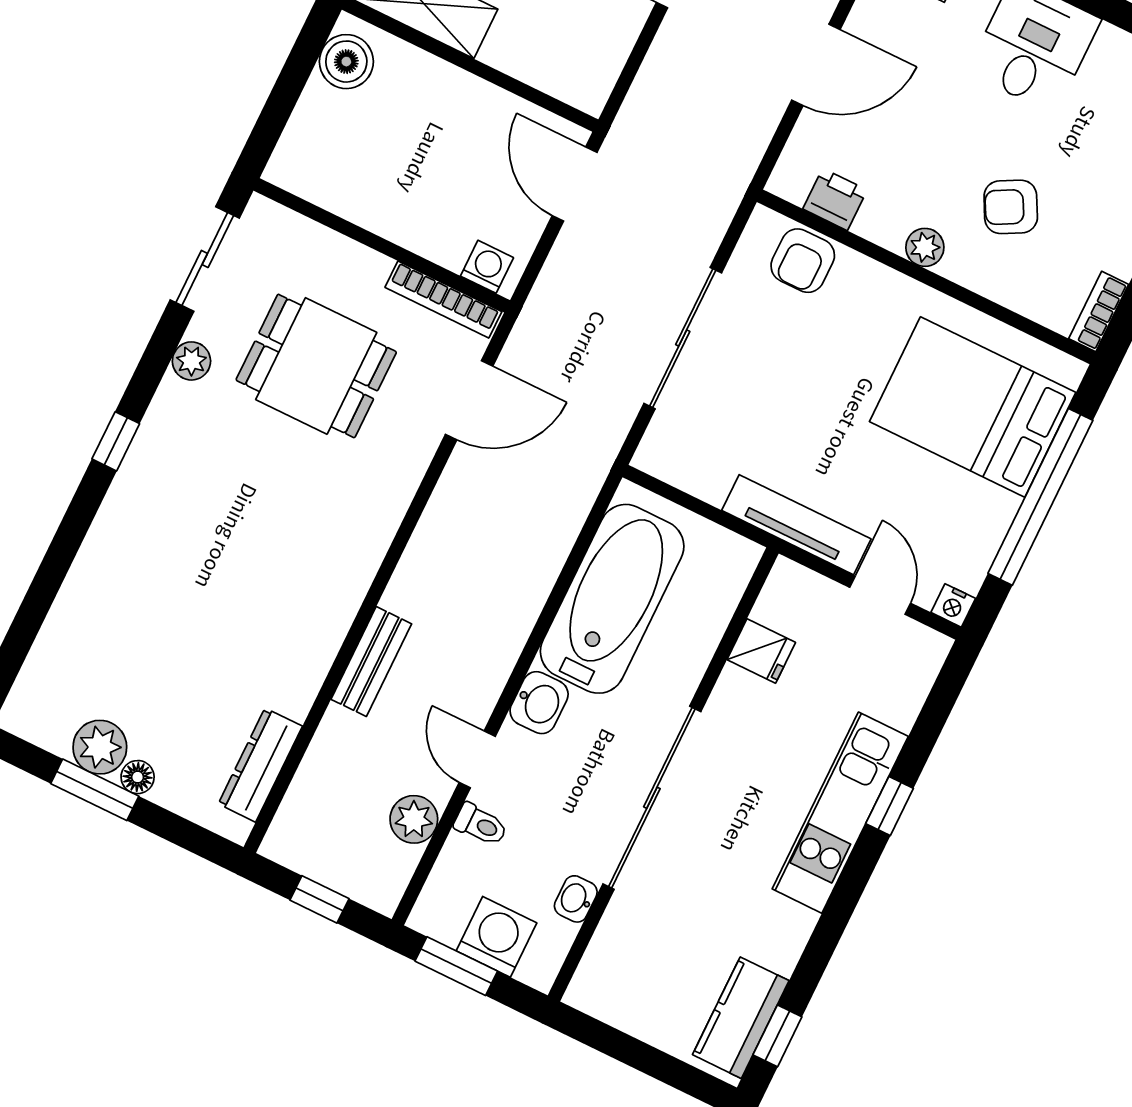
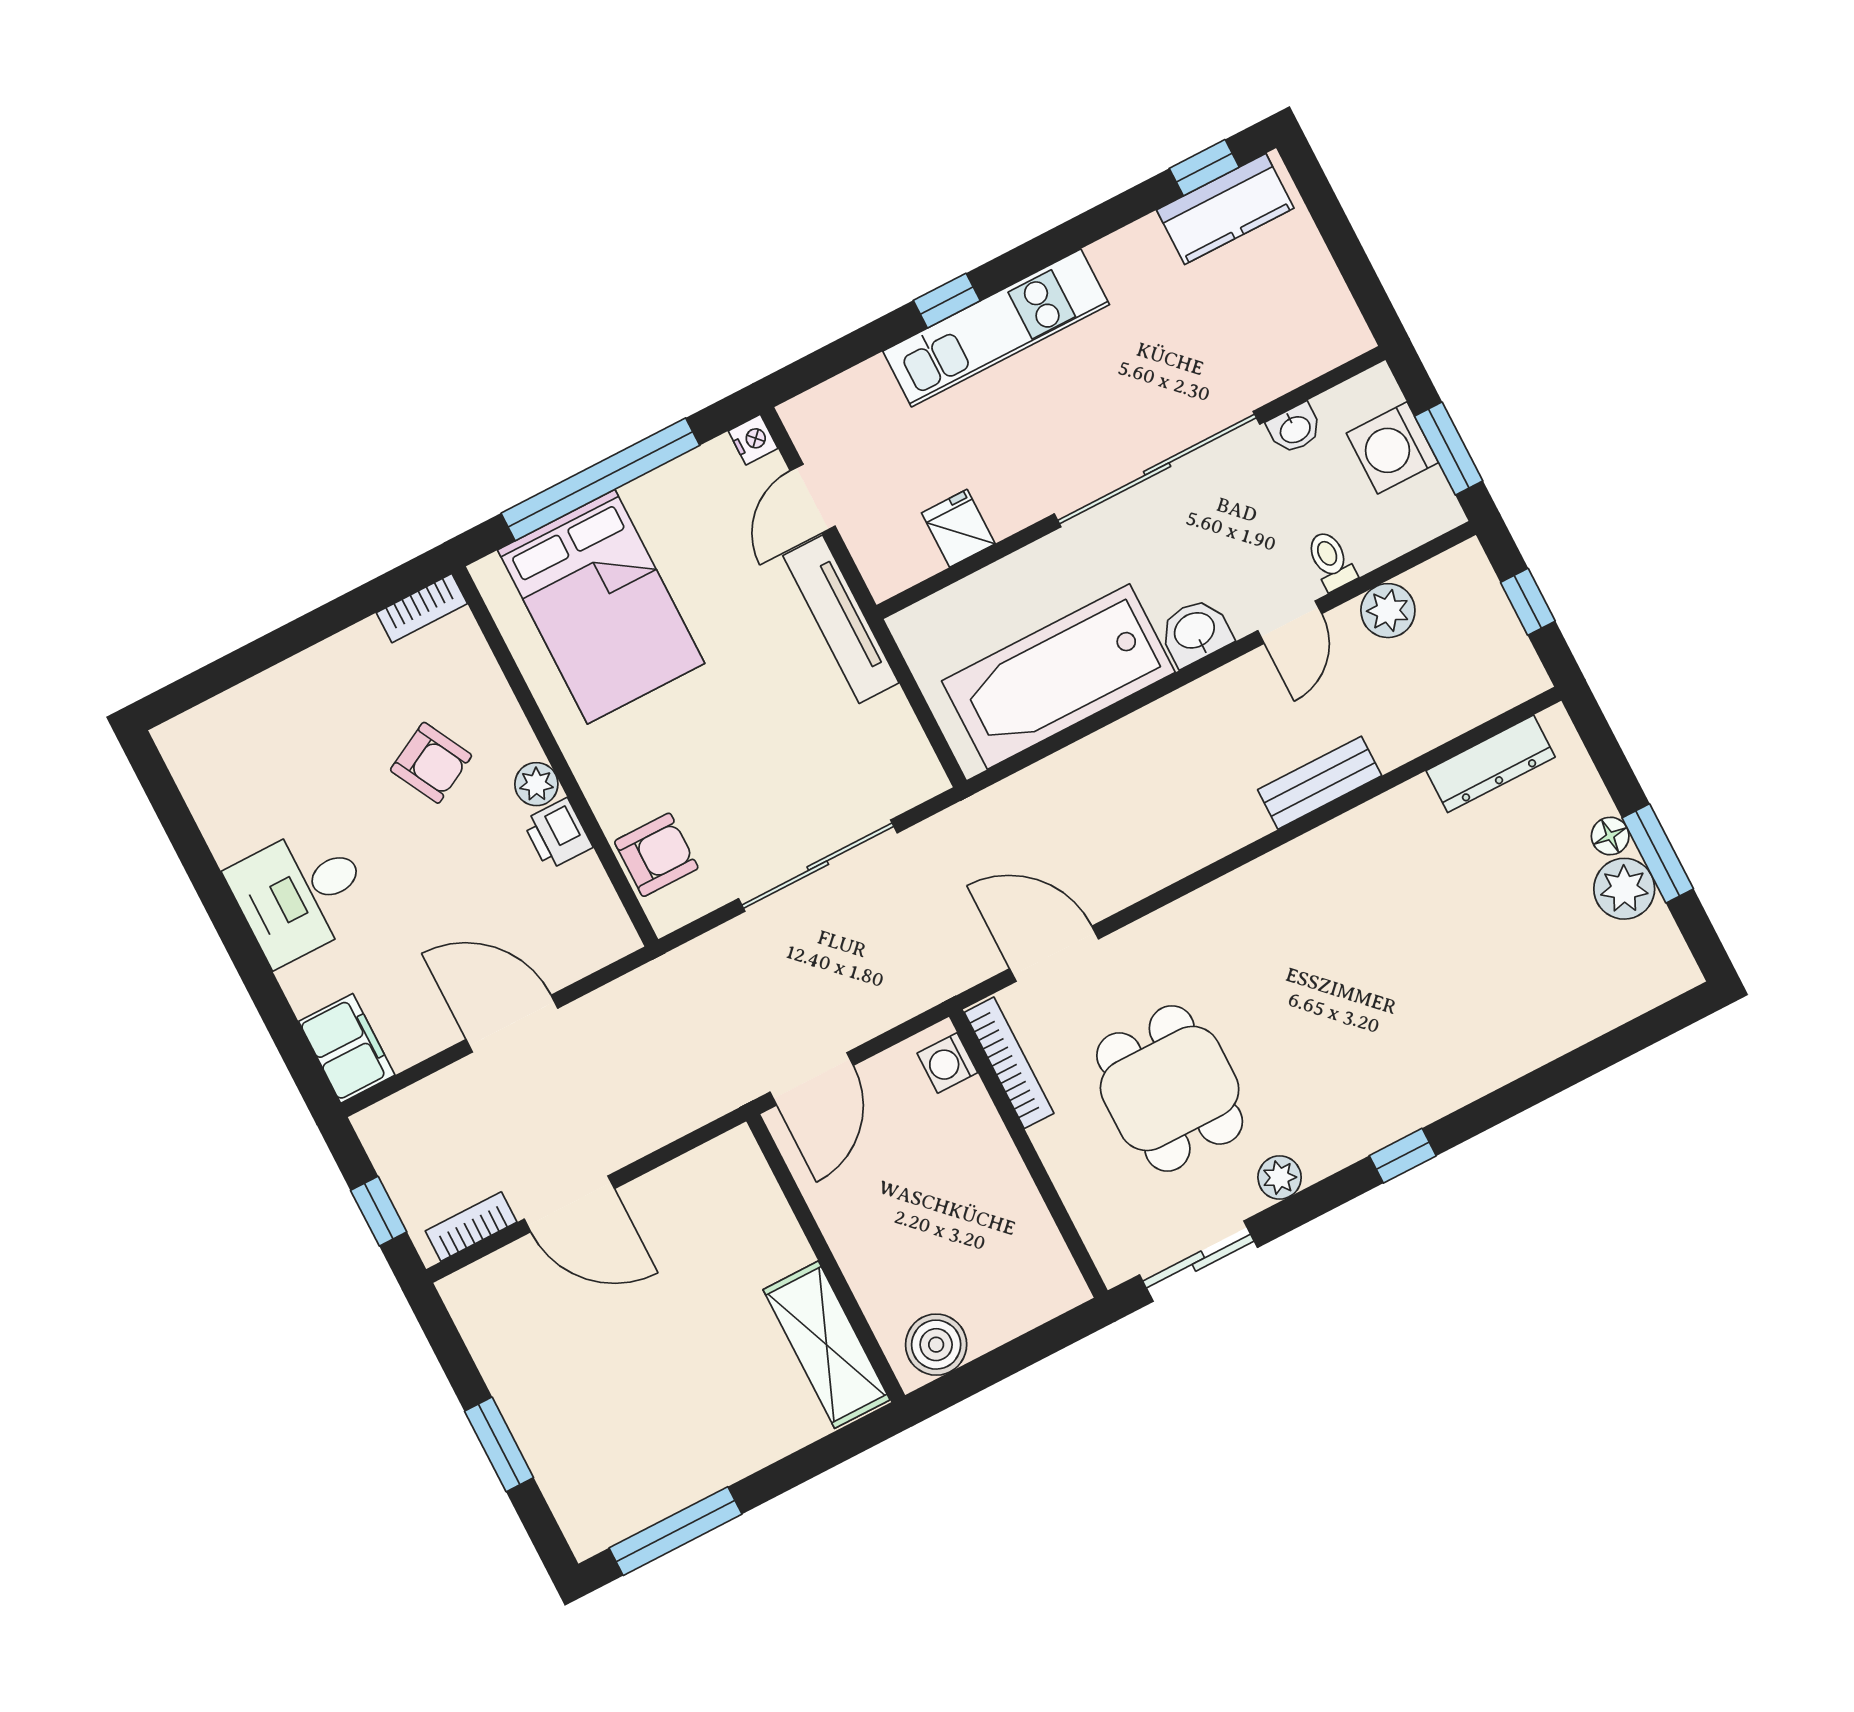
printer: (835, 199) -> (557, 834), moved

